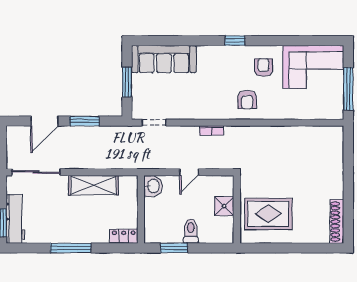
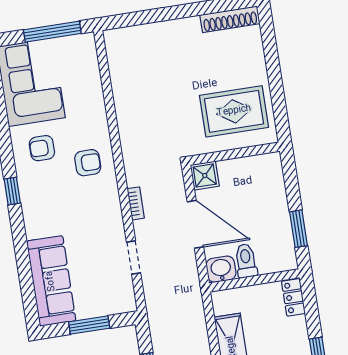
doorway: (154, 123) -> (134, 257), moved
door: (189, 172) -> (195, 224), width x1.88
shower: (224, 206) -> (205, 176), moved
rug: (268, 214) -> (234, 111), turned 90
toilet: (191, 231) -> (246, 261), moved, turned 90

